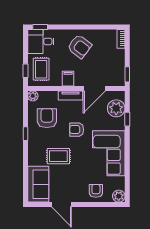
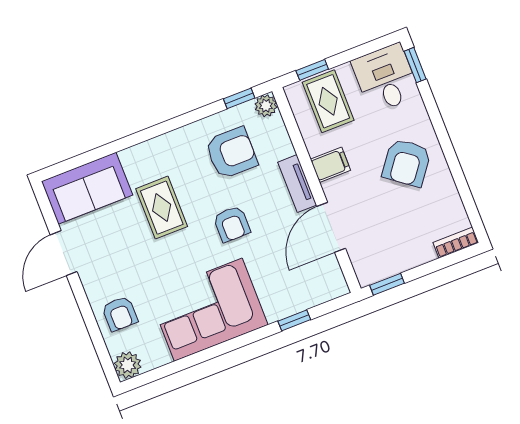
rug: (41, 69) -> (328, 101), turned 90
door: (94, 89) -> (331, 227), hinge flipped
plant: (116, 108) -> (308, 289), removed
armchair: (77, 130) -> (232, 224), turned 180
window: (25, 134) -> (239, 98), moved
armchair: (96, 191) -> (120, 314), turned 90

